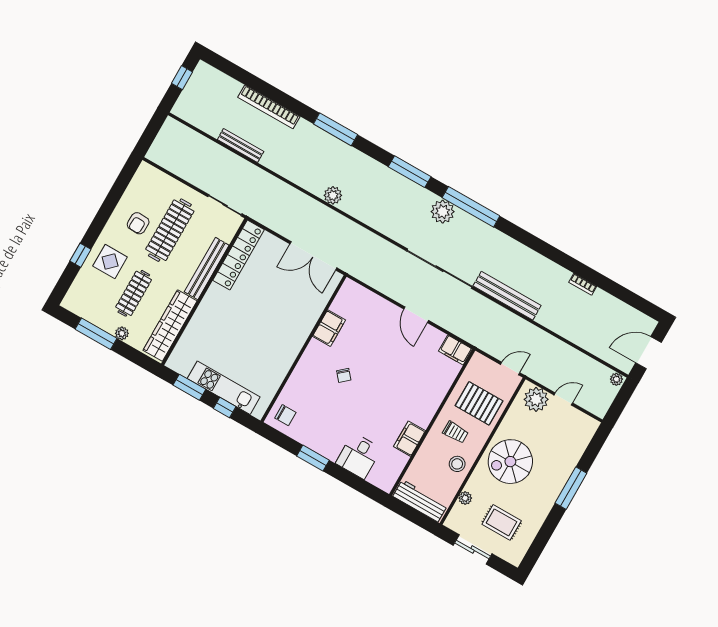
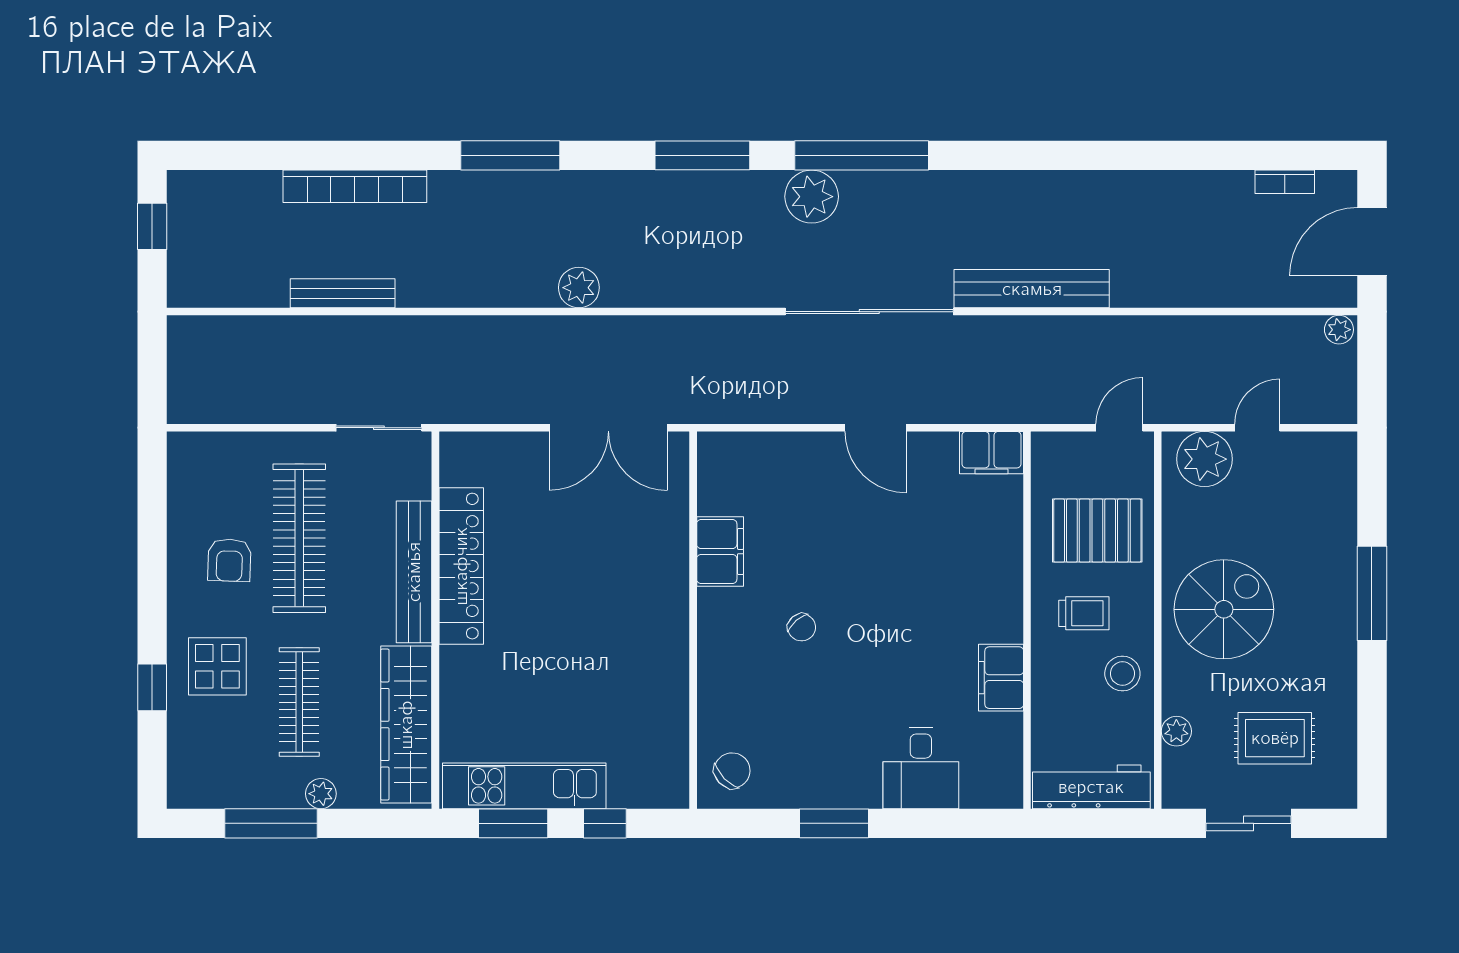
locker: (239, 255) -> (461, 566), moved
bookcase: (583, 284) -> (1285, 182), moved
kitchen unit: (224, 388) -> (524, 786), moved
chair: (285, 415) -> (732, 771), turned -44
spiral stairs: (510, 462) -> (1224, 609), turned 180

